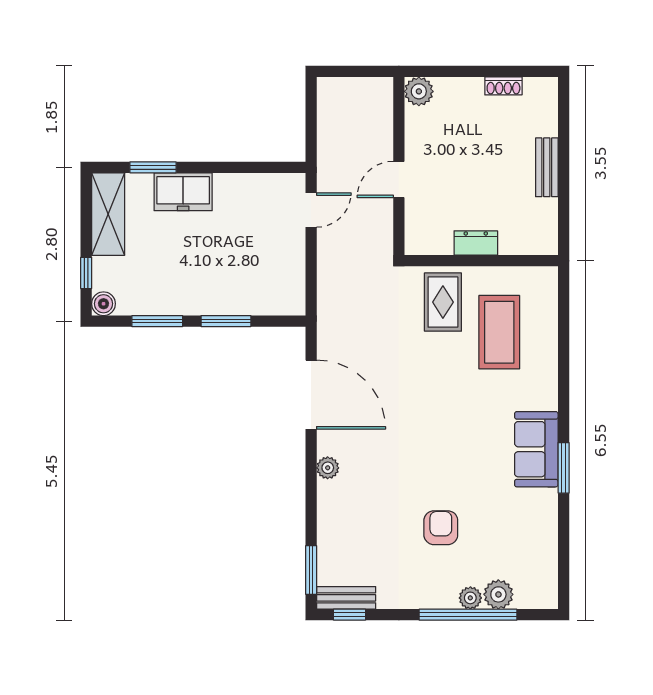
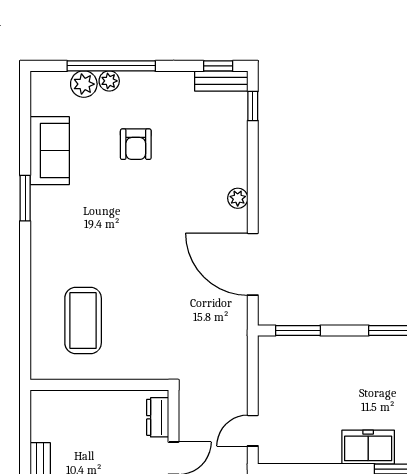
dresser: (476, 243) -> (158, 417), moved, turned 90
rug: (443, 302) -> (134, 348), removed
window: (226, 321) -> (298, 330), moved
sofa: (536, 449) -> (50, 151), moved
window: (311, 570) -> (253, 106), width x0.67

